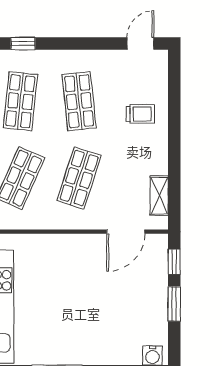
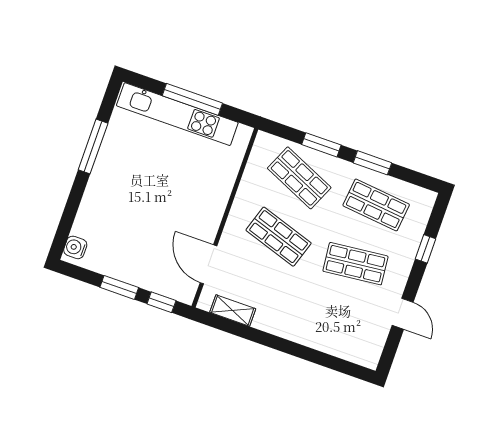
window: (23, 44) -> (425, 249), moved
door: (140, 44) -> (403, 314), moved
trolley: (140, 114) -> (321, 320), removed

